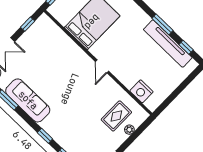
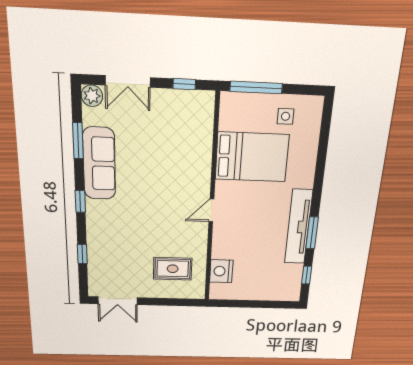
tv unit: (168, 44) -> (299, 227), moved
plant: (129, 130) -> (171, 292), removed
window: (45, 136) -> (80, 201), moved

